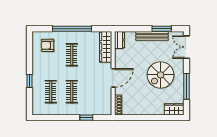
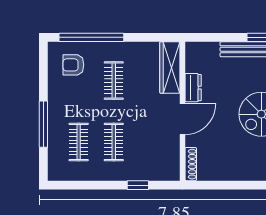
window: (72, 29) -> (91, 37), moved
dresser: (120, 40) -> (193, 88), moved
window: (29, 81) -> (43, 124), width x2.17

